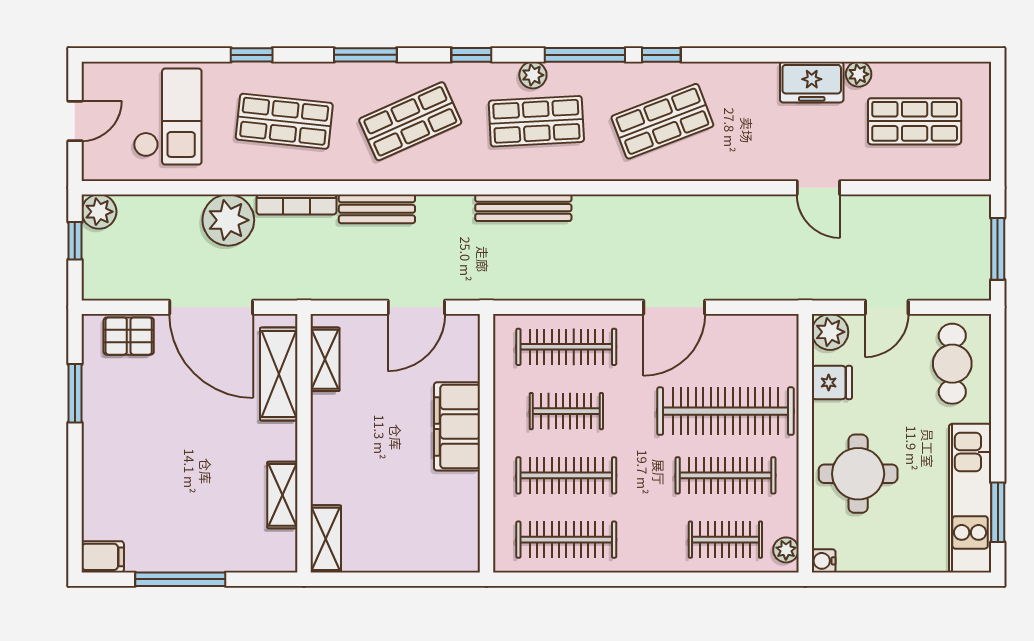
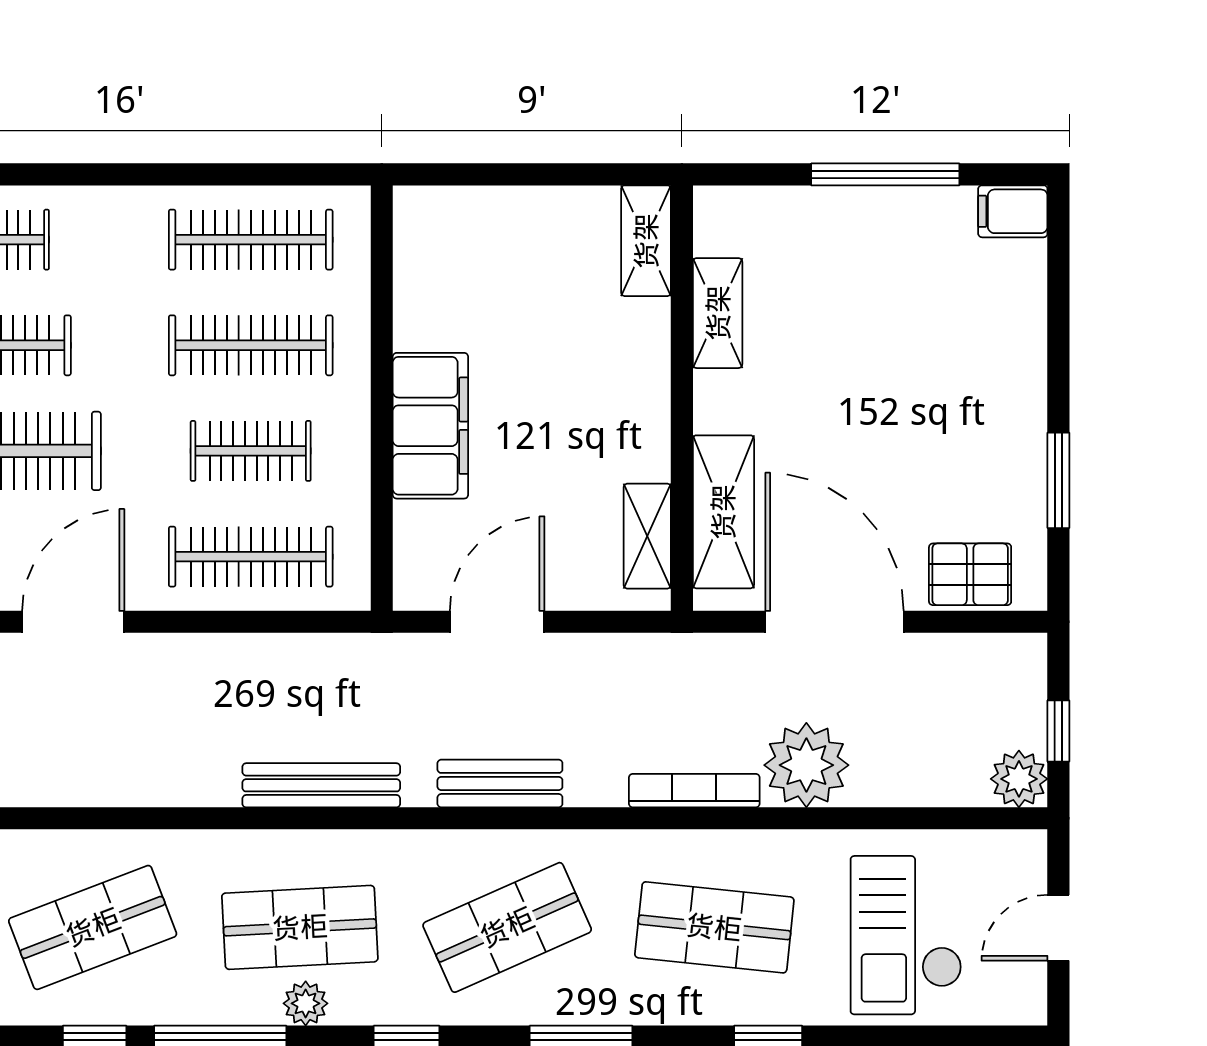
bench: (377, 209) -> (500, 783), moved

